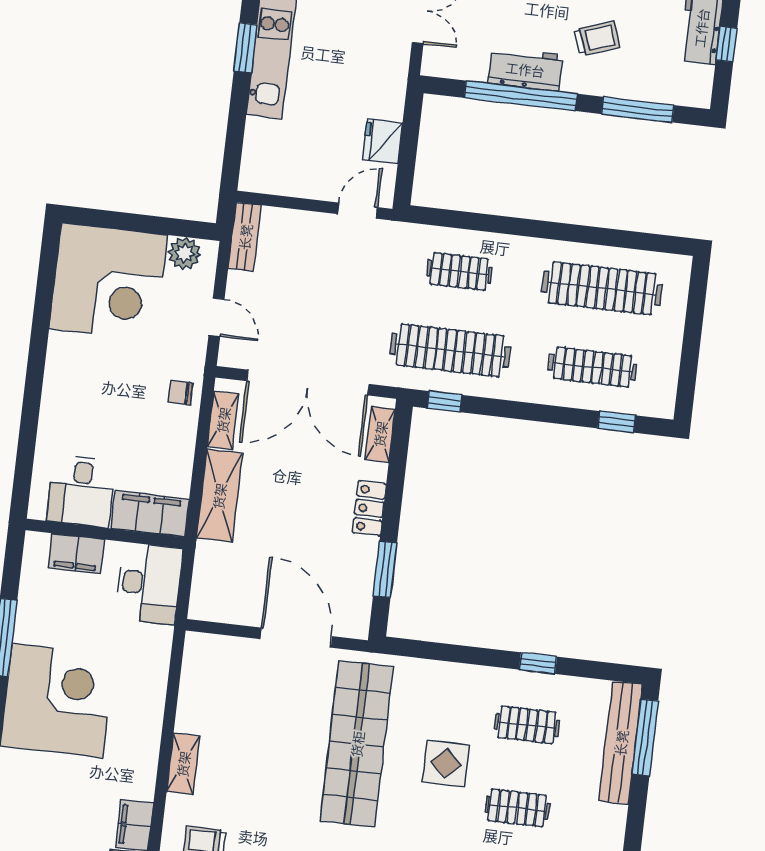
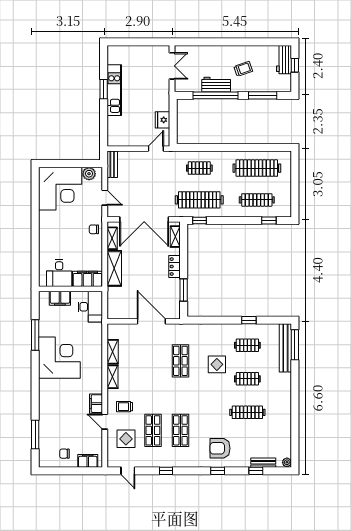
shelving: (191, 701) -> (113, 352), added
shop shelf: (357, 744) -> (180, 361), width x0.50, depth x0.74

